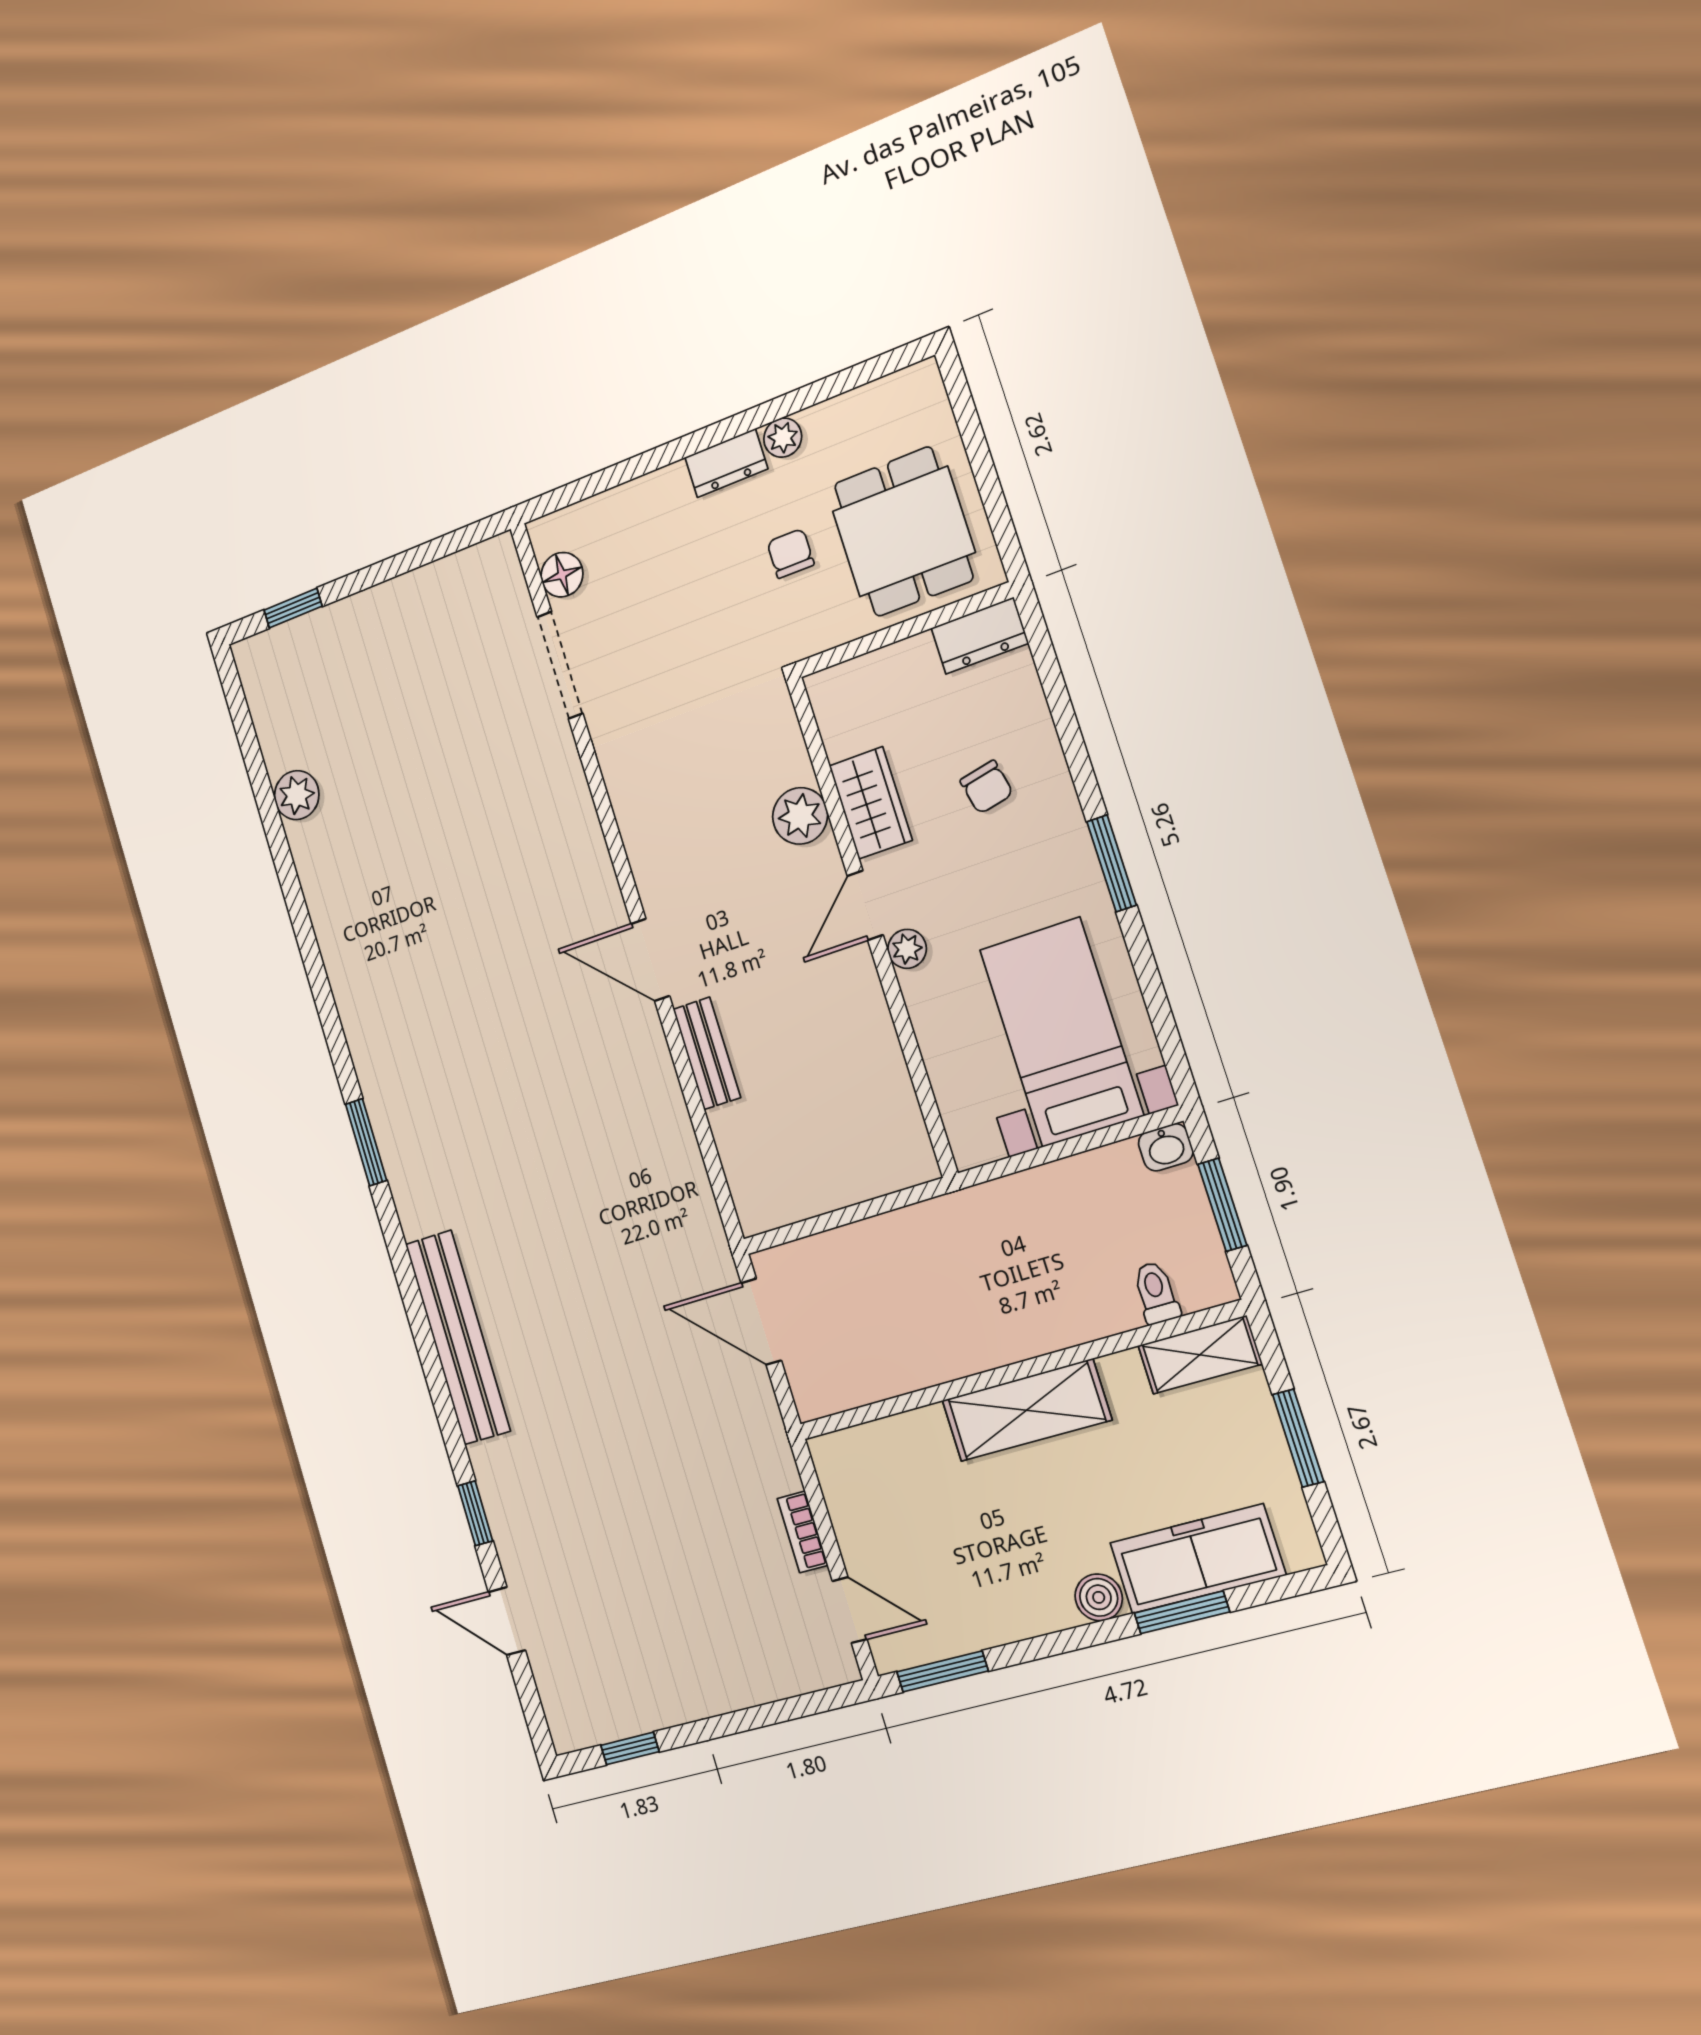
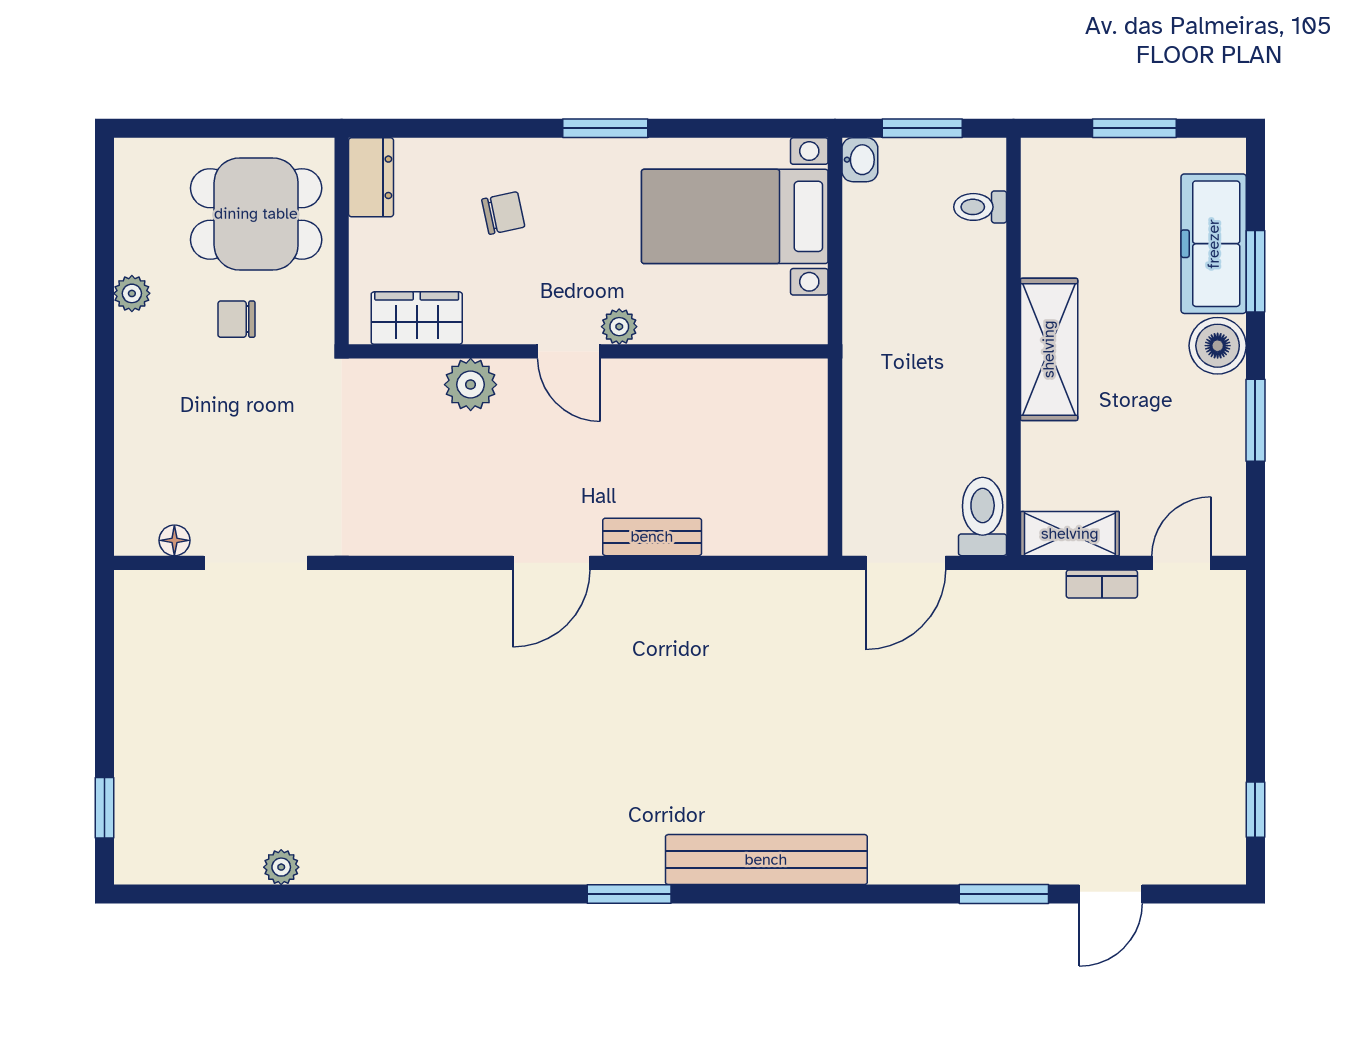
dresser: (726, 463) -> (134, 351), removed
floor lamp: (562, 575) -> (174, 540), width x0.73, depth x0.73
plant: (297, 795) -> (281, 867), width x0.73, depth x0.73
wardrobe: (871, 803) -> (417, 318), moved
bench: (458, 1337) -> (766, 860), moved
shelving: (1200, 1355) -> (1070, 534), moved, turned 90
toilet: (832, 1388) -> (983, 516), added
window: (475, 1513) -> (1004, 894), width x1.50
boiler: (1099, 1597) -> (1218, 346), width x1.36, depth x1.36
window: (942, 1671) -> (1255, 420), moved

